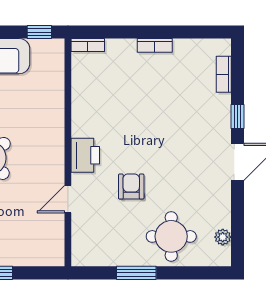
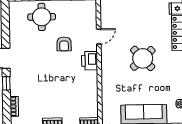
plant: (223, 237) -> (13, 17), removed

